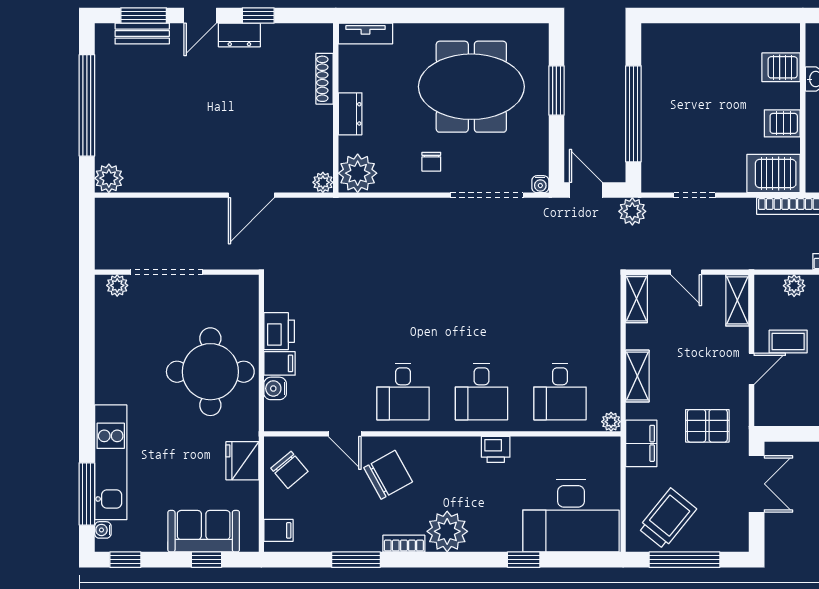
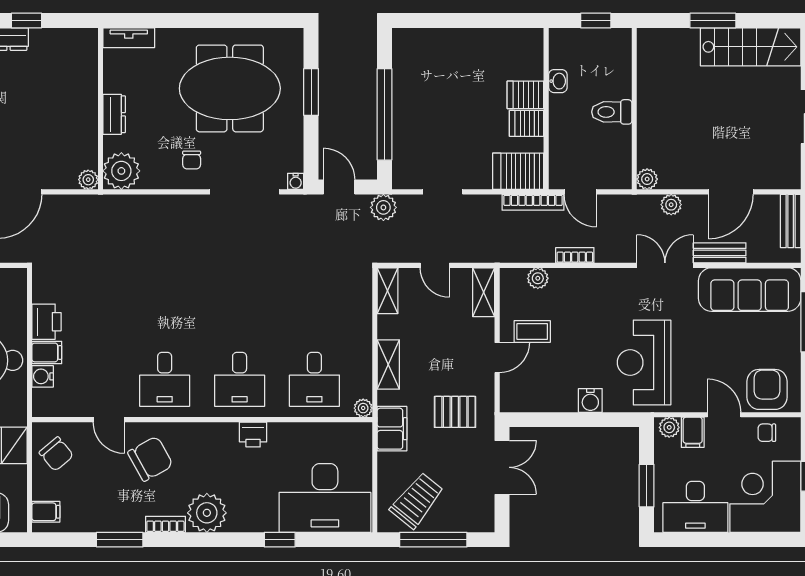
server rack: (781, 67) -> (525, 95), moved
shoe rack: (325, 79) -> (90, 81), removed

